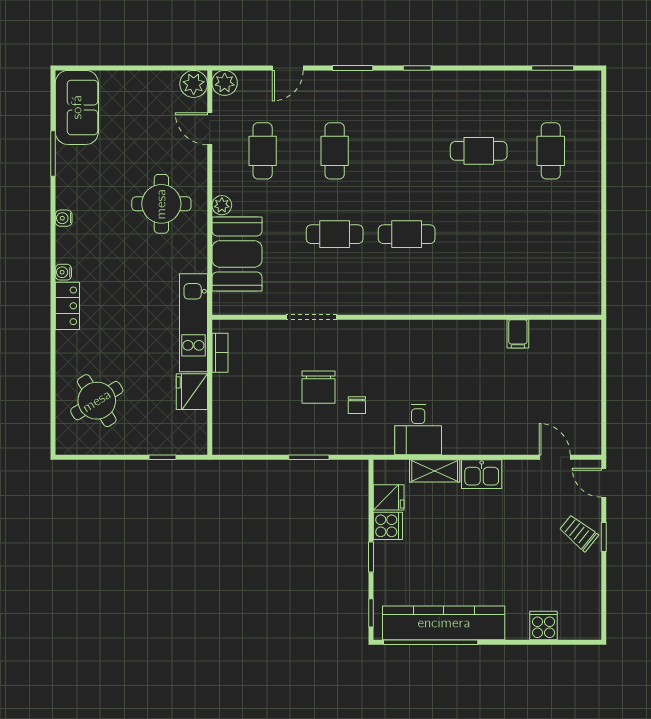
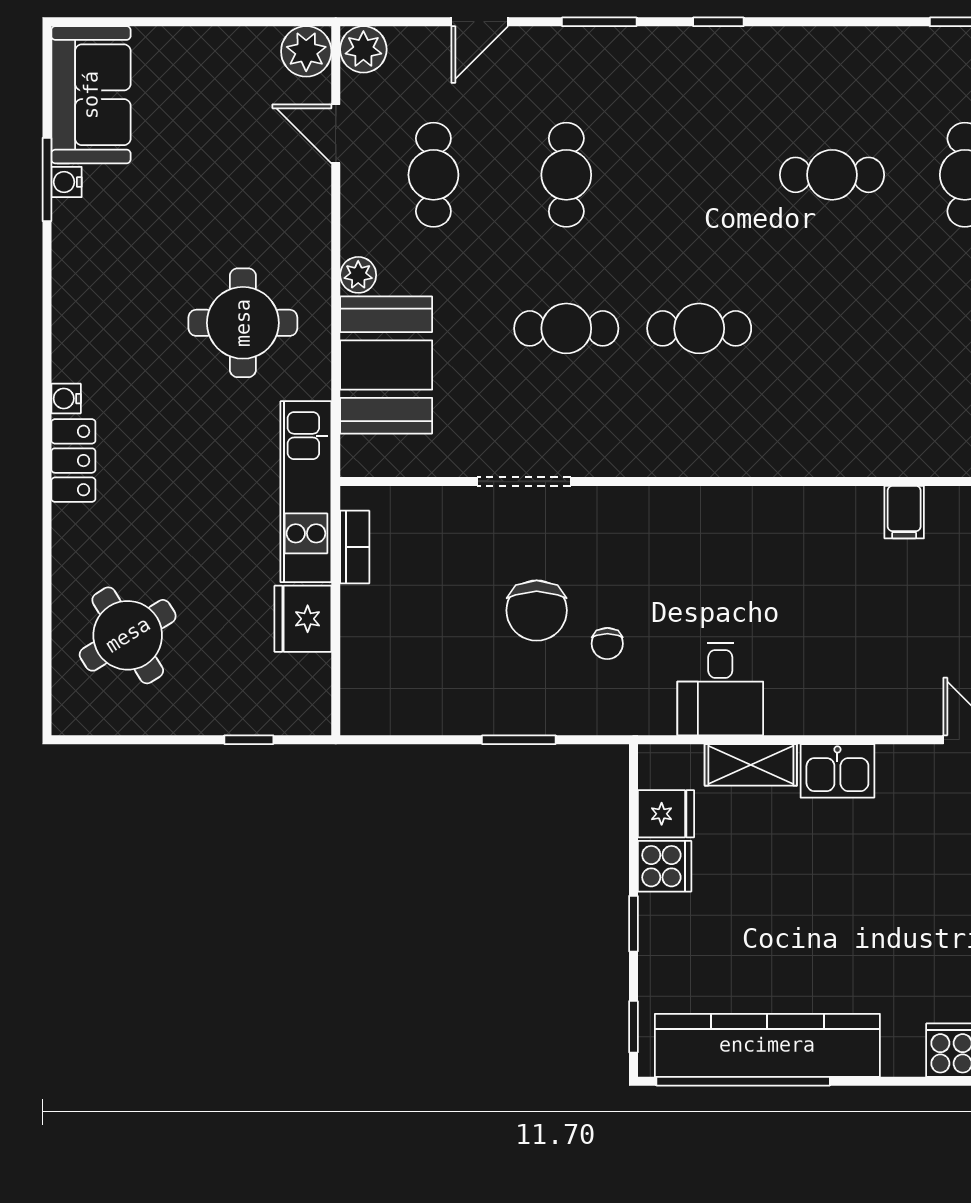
round table: (161, 204) -> (243, 323), moved
water cooler: (64, 218) -> (66, 182), moved

